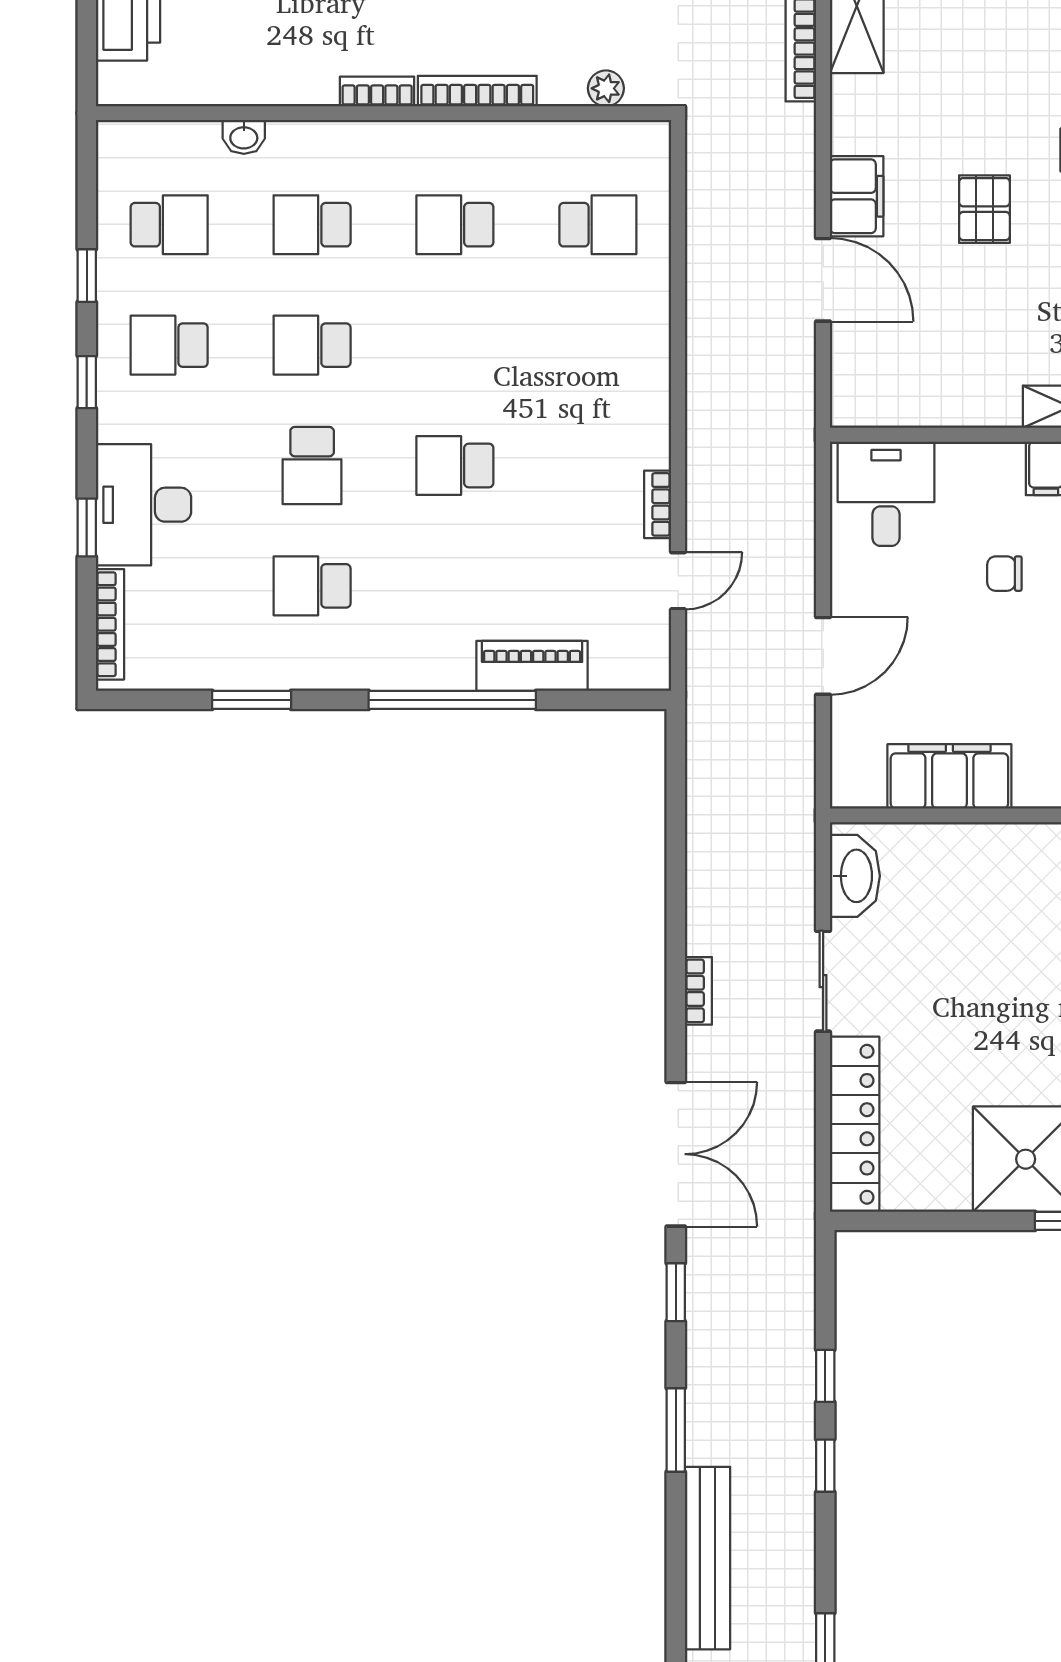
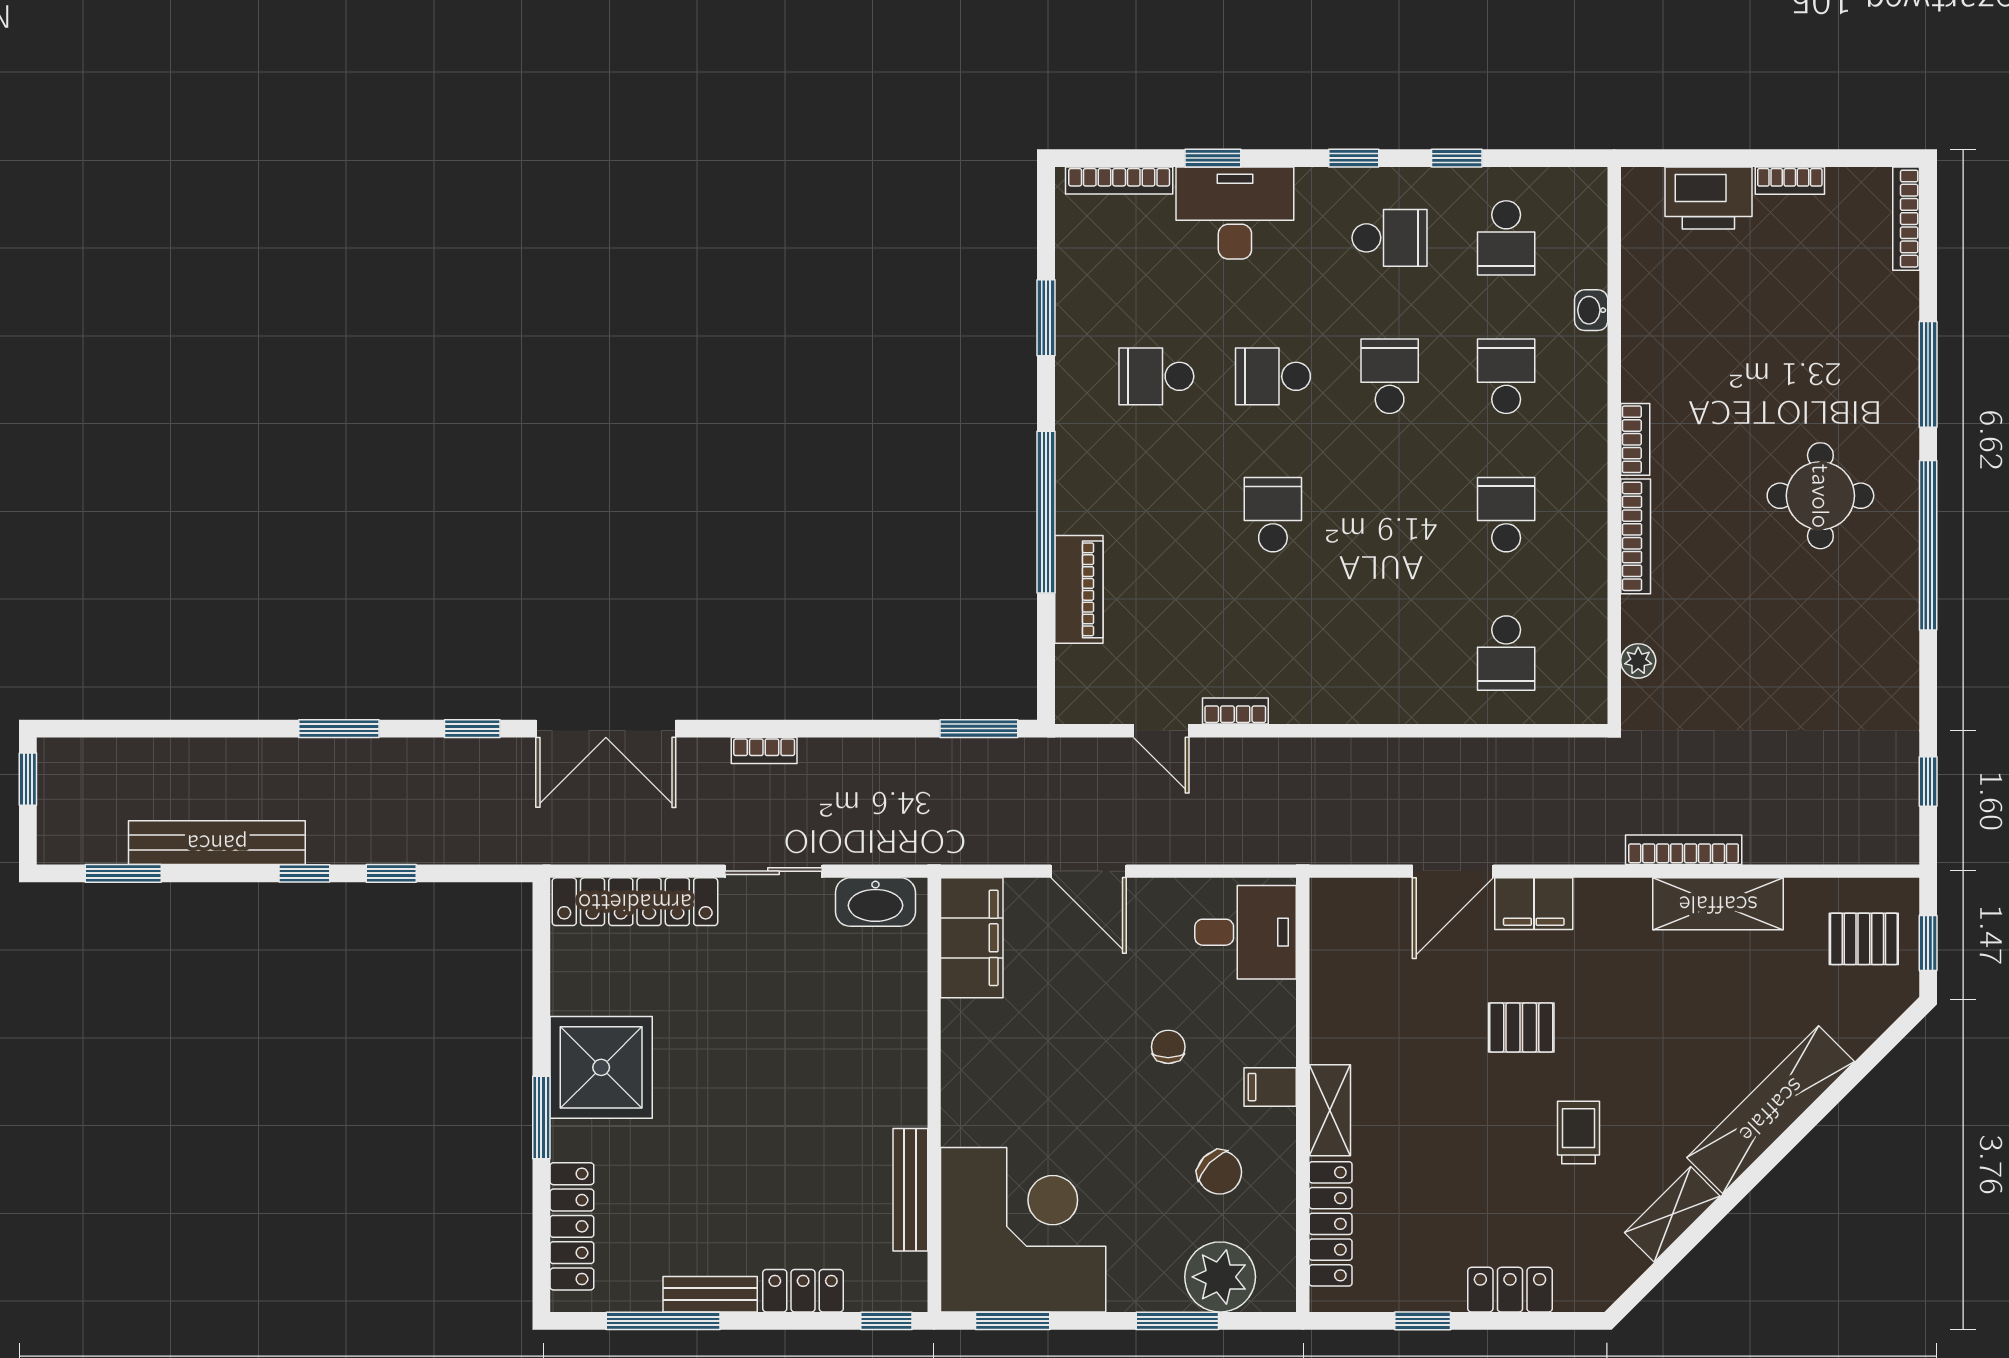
school desk: (169, 345) -> (1390, 238), turned 90
school desk: (312, 586) -> (1156, 376), turned -90
window: (676, 769) -> (979, 729), added
filing cabinet: (949, 776) -> (972, 938), moved
bench: (707, 1558) -> (217, 843), moved

